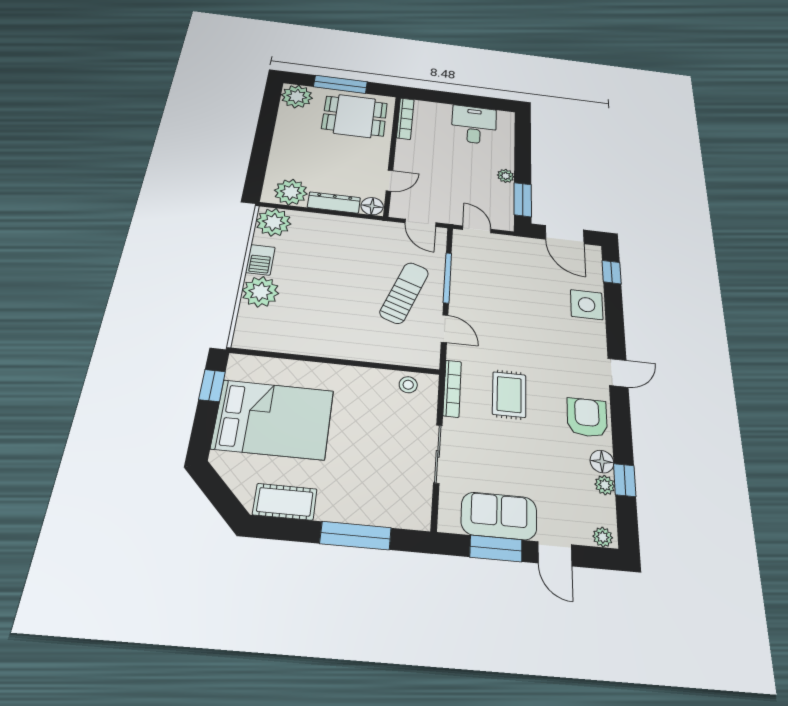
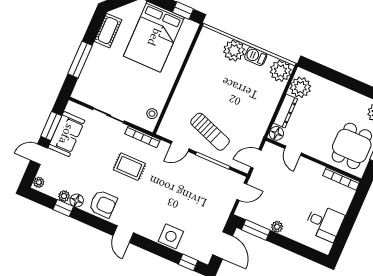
door: (565, 235) -> (223, 245), swing flipped

